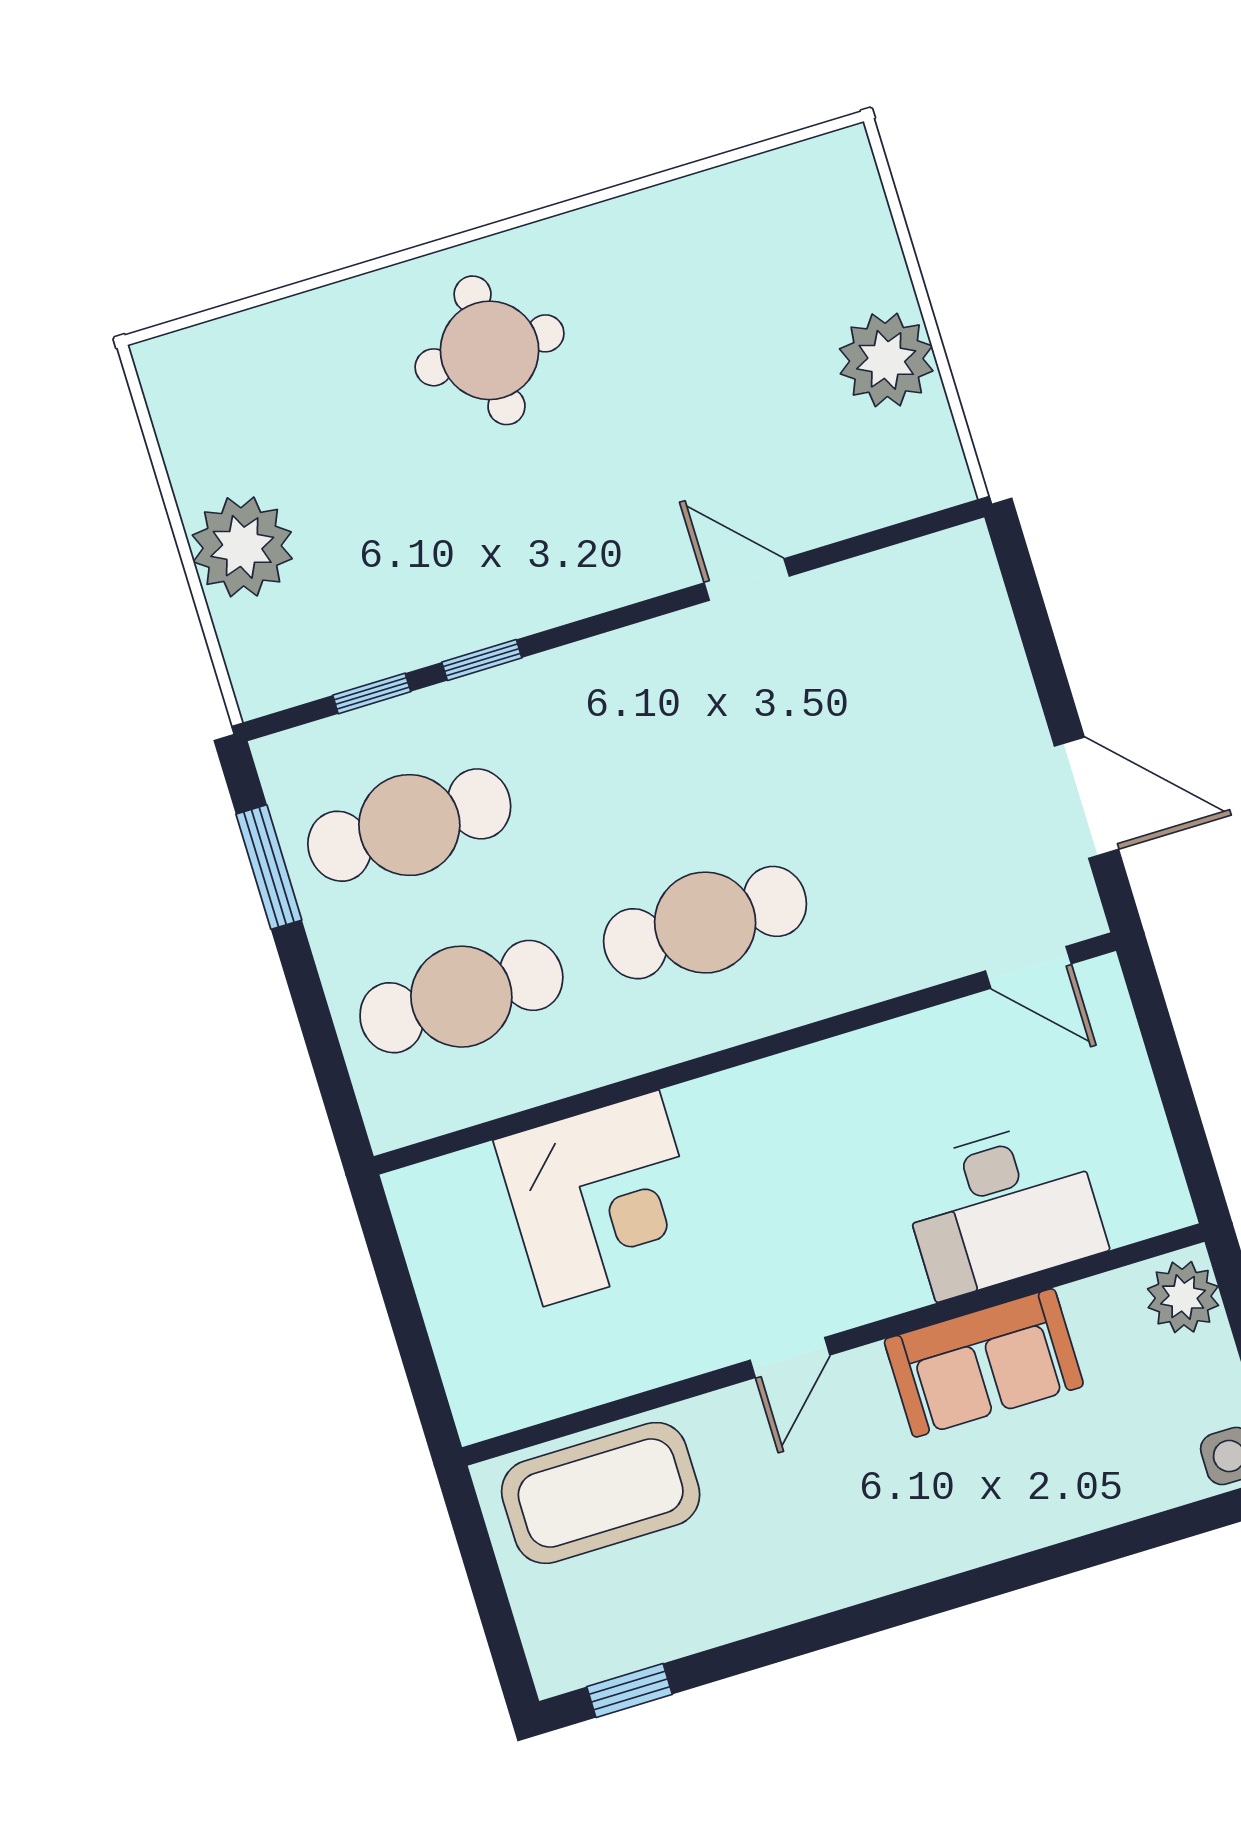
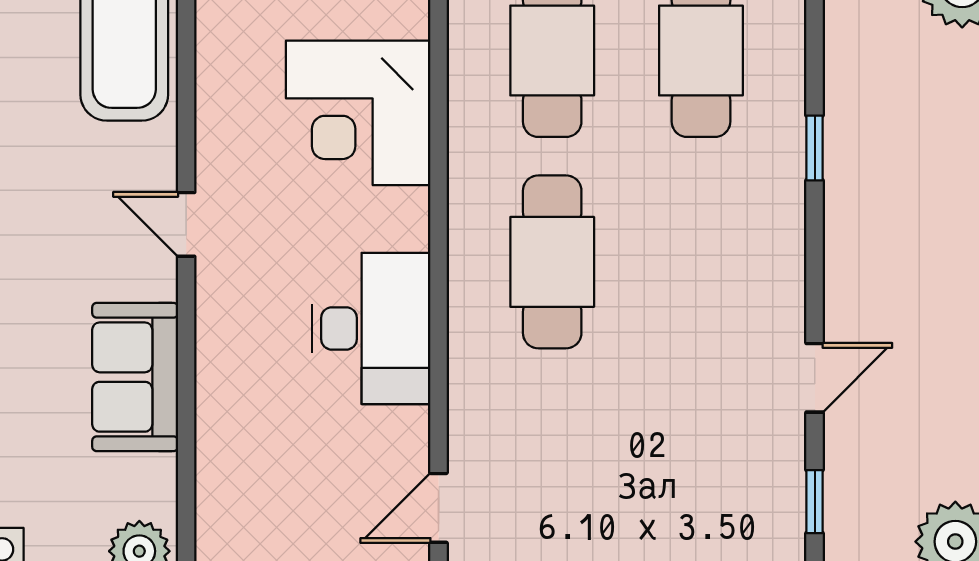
window: (372, 693) -> (815, 502), moved
desk: (1002, 1208) -> (371, 328), moved, turned 180

